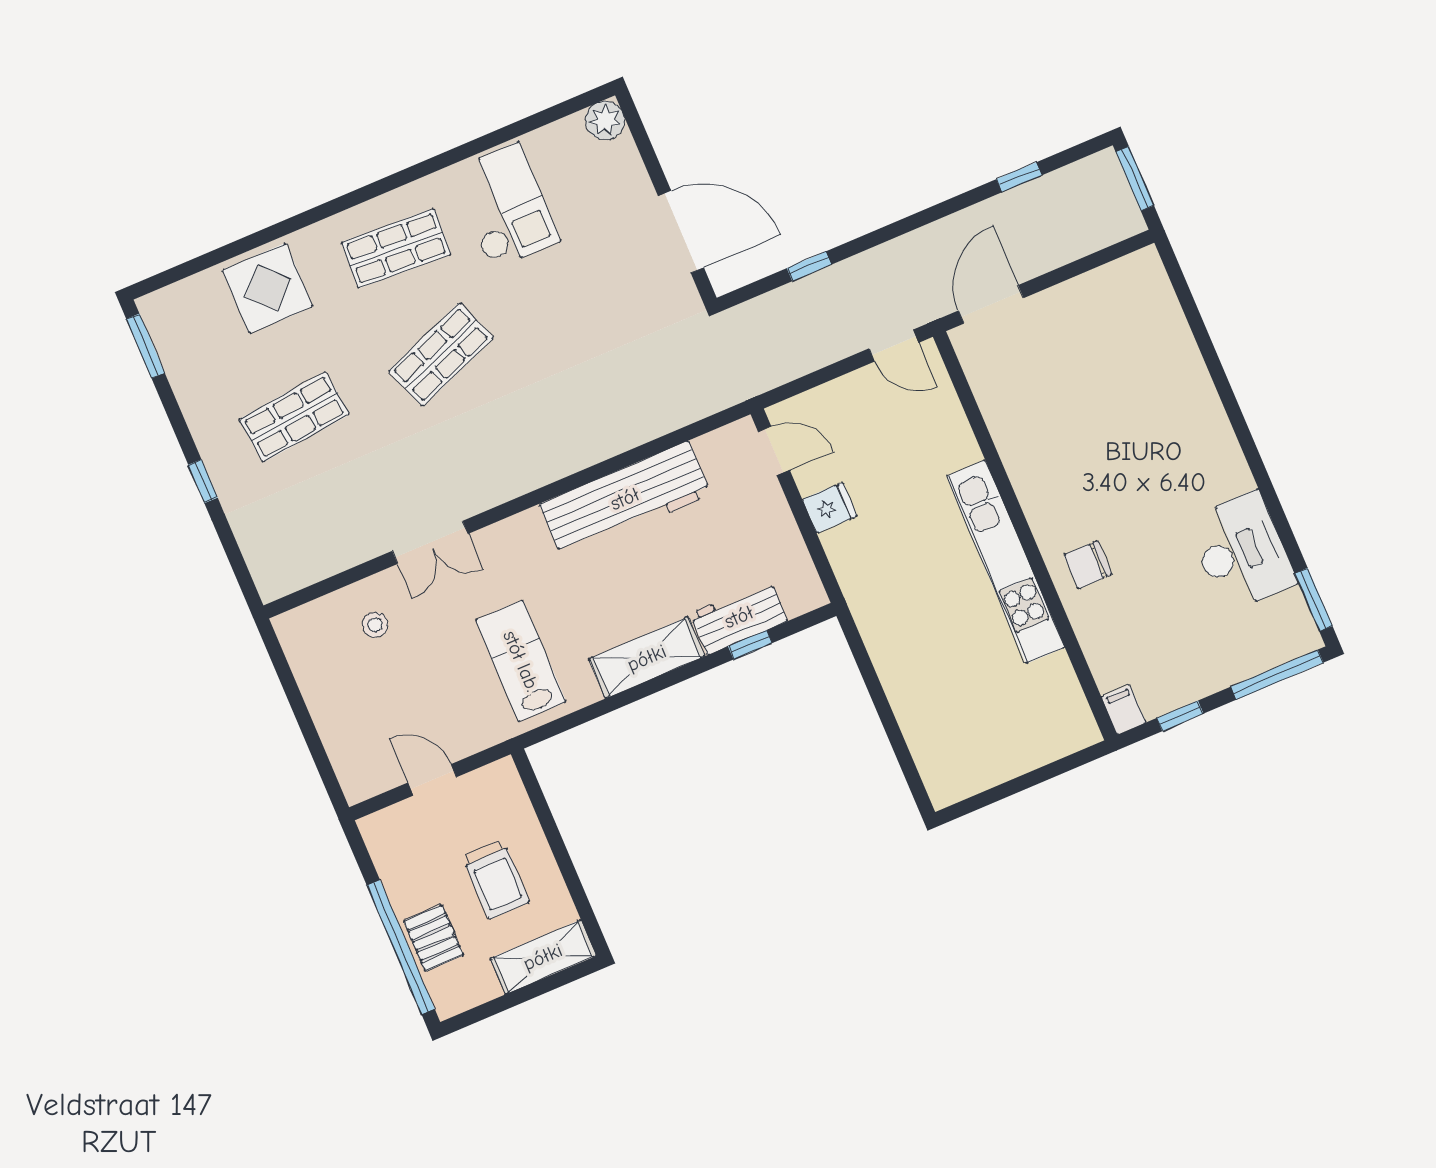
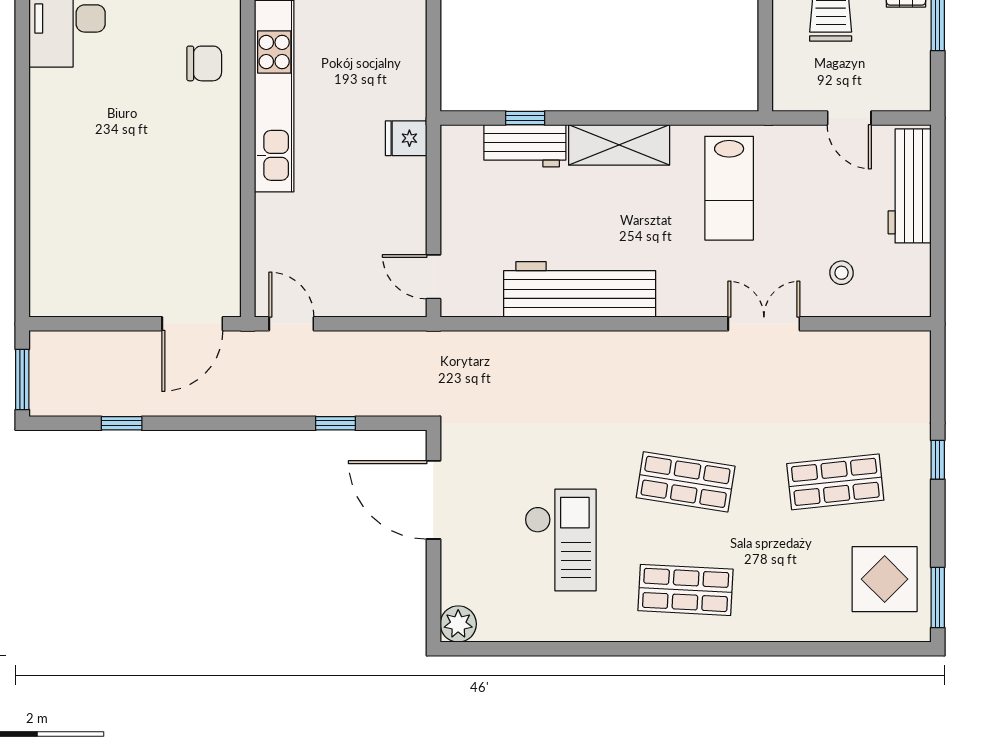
checkout: (505, 206) -> (561, 540), moved, turned 180
display table: (268, 288) -> (885, 579), moved
shop shelf: (441, 355) -> (686, 482), turned 30
fridge: (830, 508) -> (406, 138), moved
workbench: (345, 738) -> (910, 186), added

